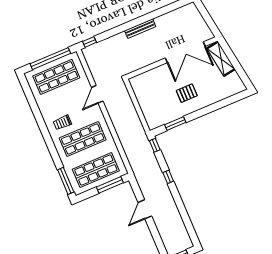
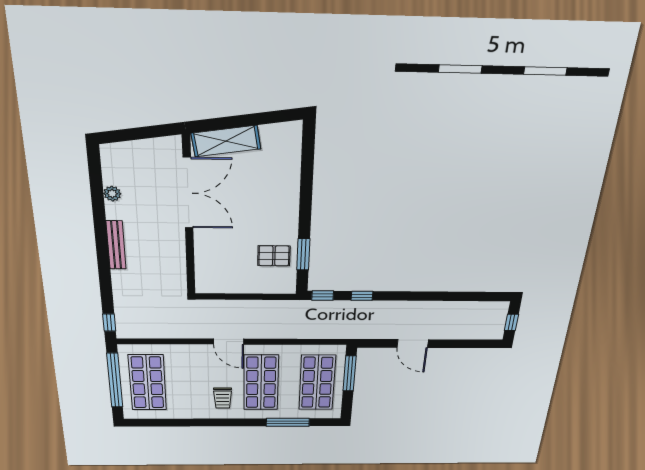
plant: (169, 17) -> (112, 194), added
pallet: (187, 93) -> (274, 256), moved, turned 90
door: (97, 94) -> (229, 342), moved
window: (168, 177) -> (362, 296), moved
window: (66, 181) -> (288, 422), moved

